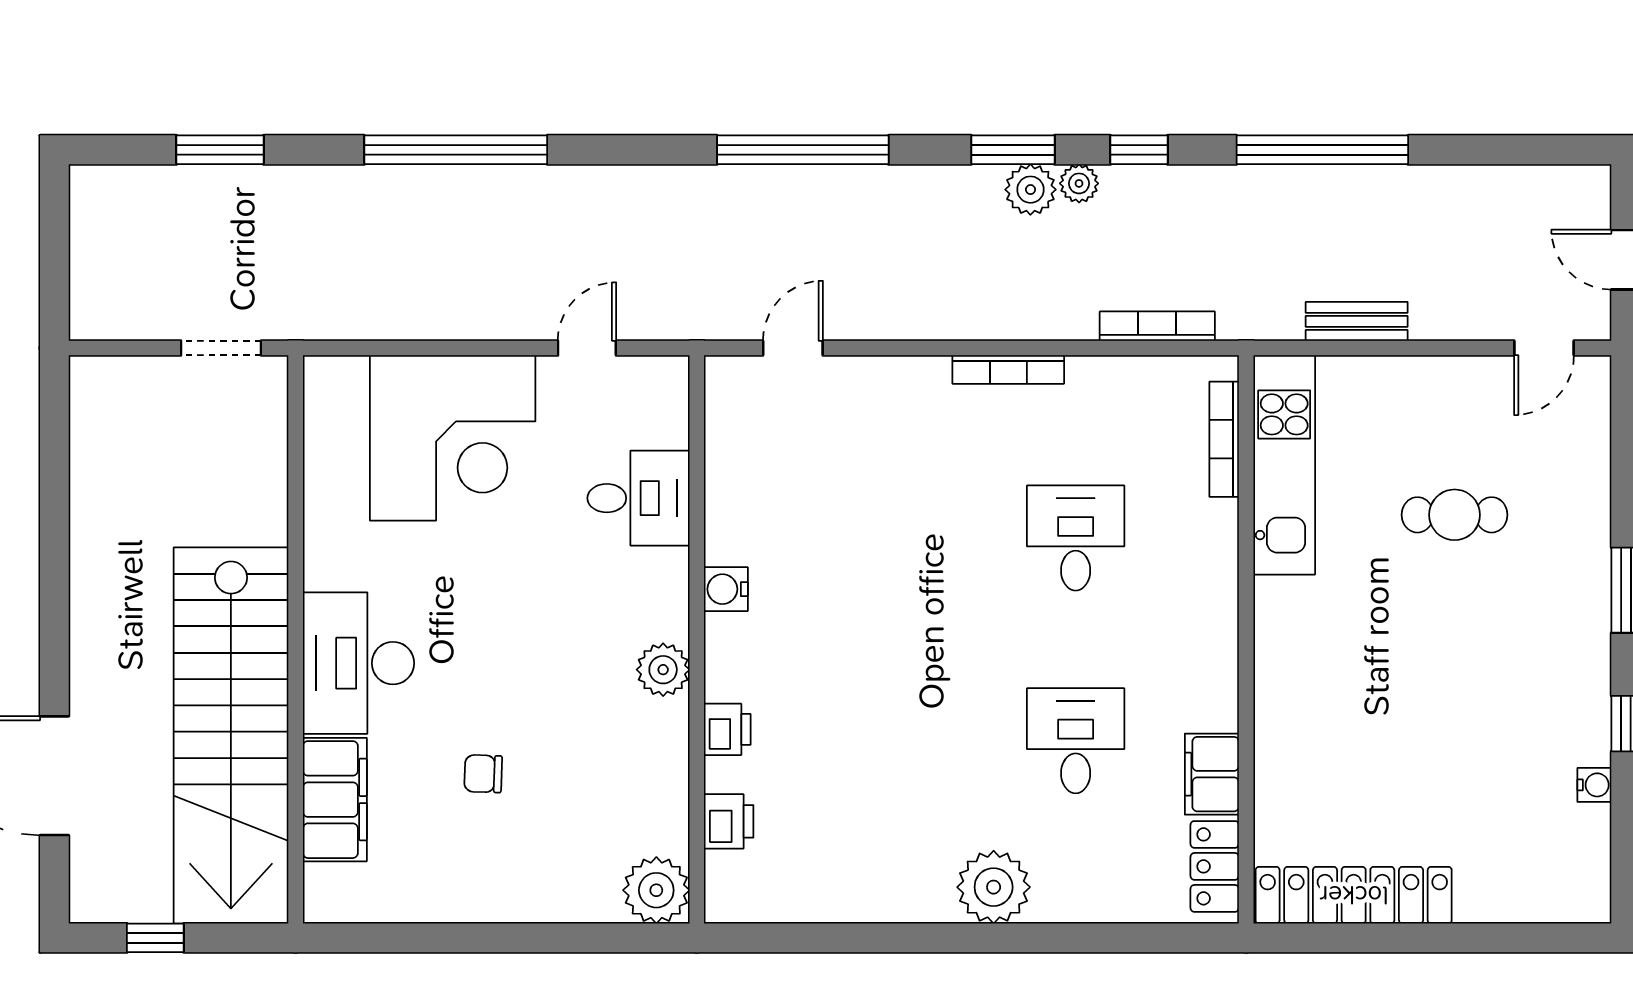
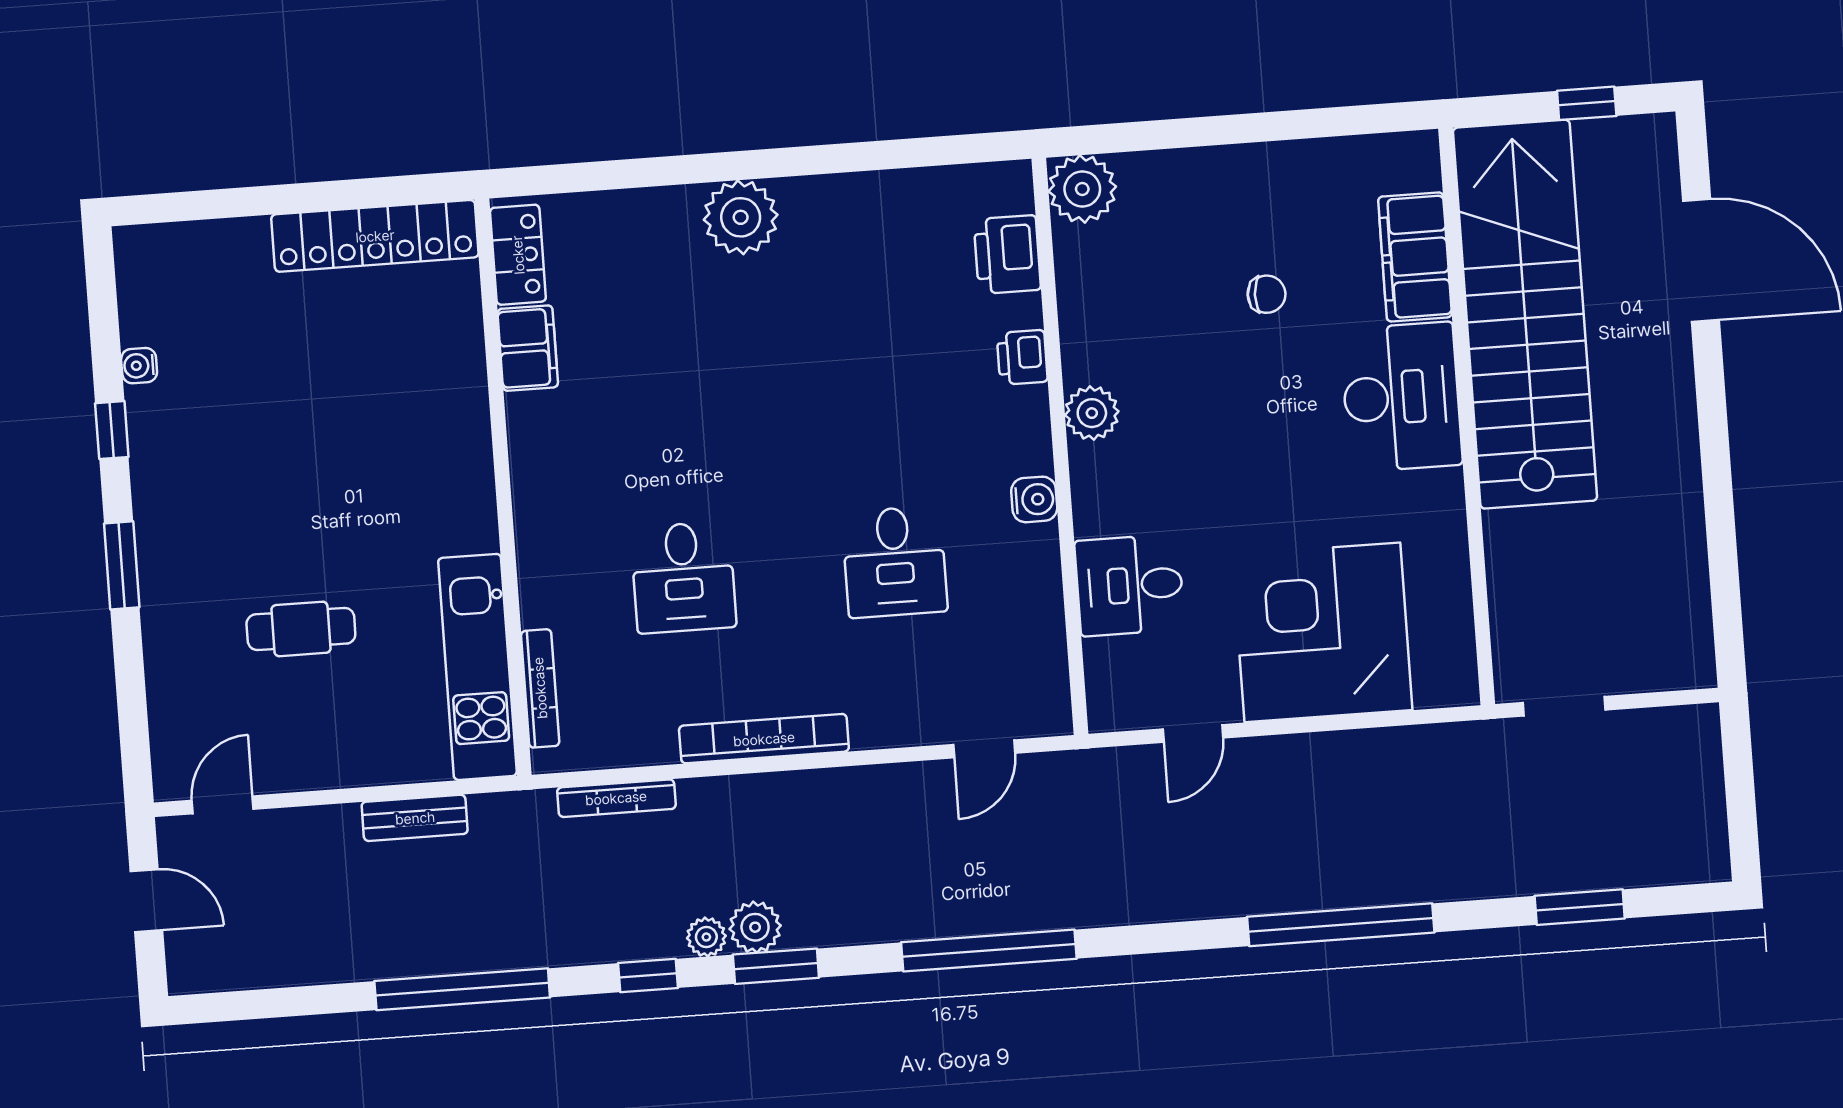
bookcase: (1008, 369) -> (764, 739), width x1.48, depth x1.31
desk: (1076, 741) -> (895, 562), moved
printer: (729, 821) -> (1007, 255), width x1.36, depth x1.24

